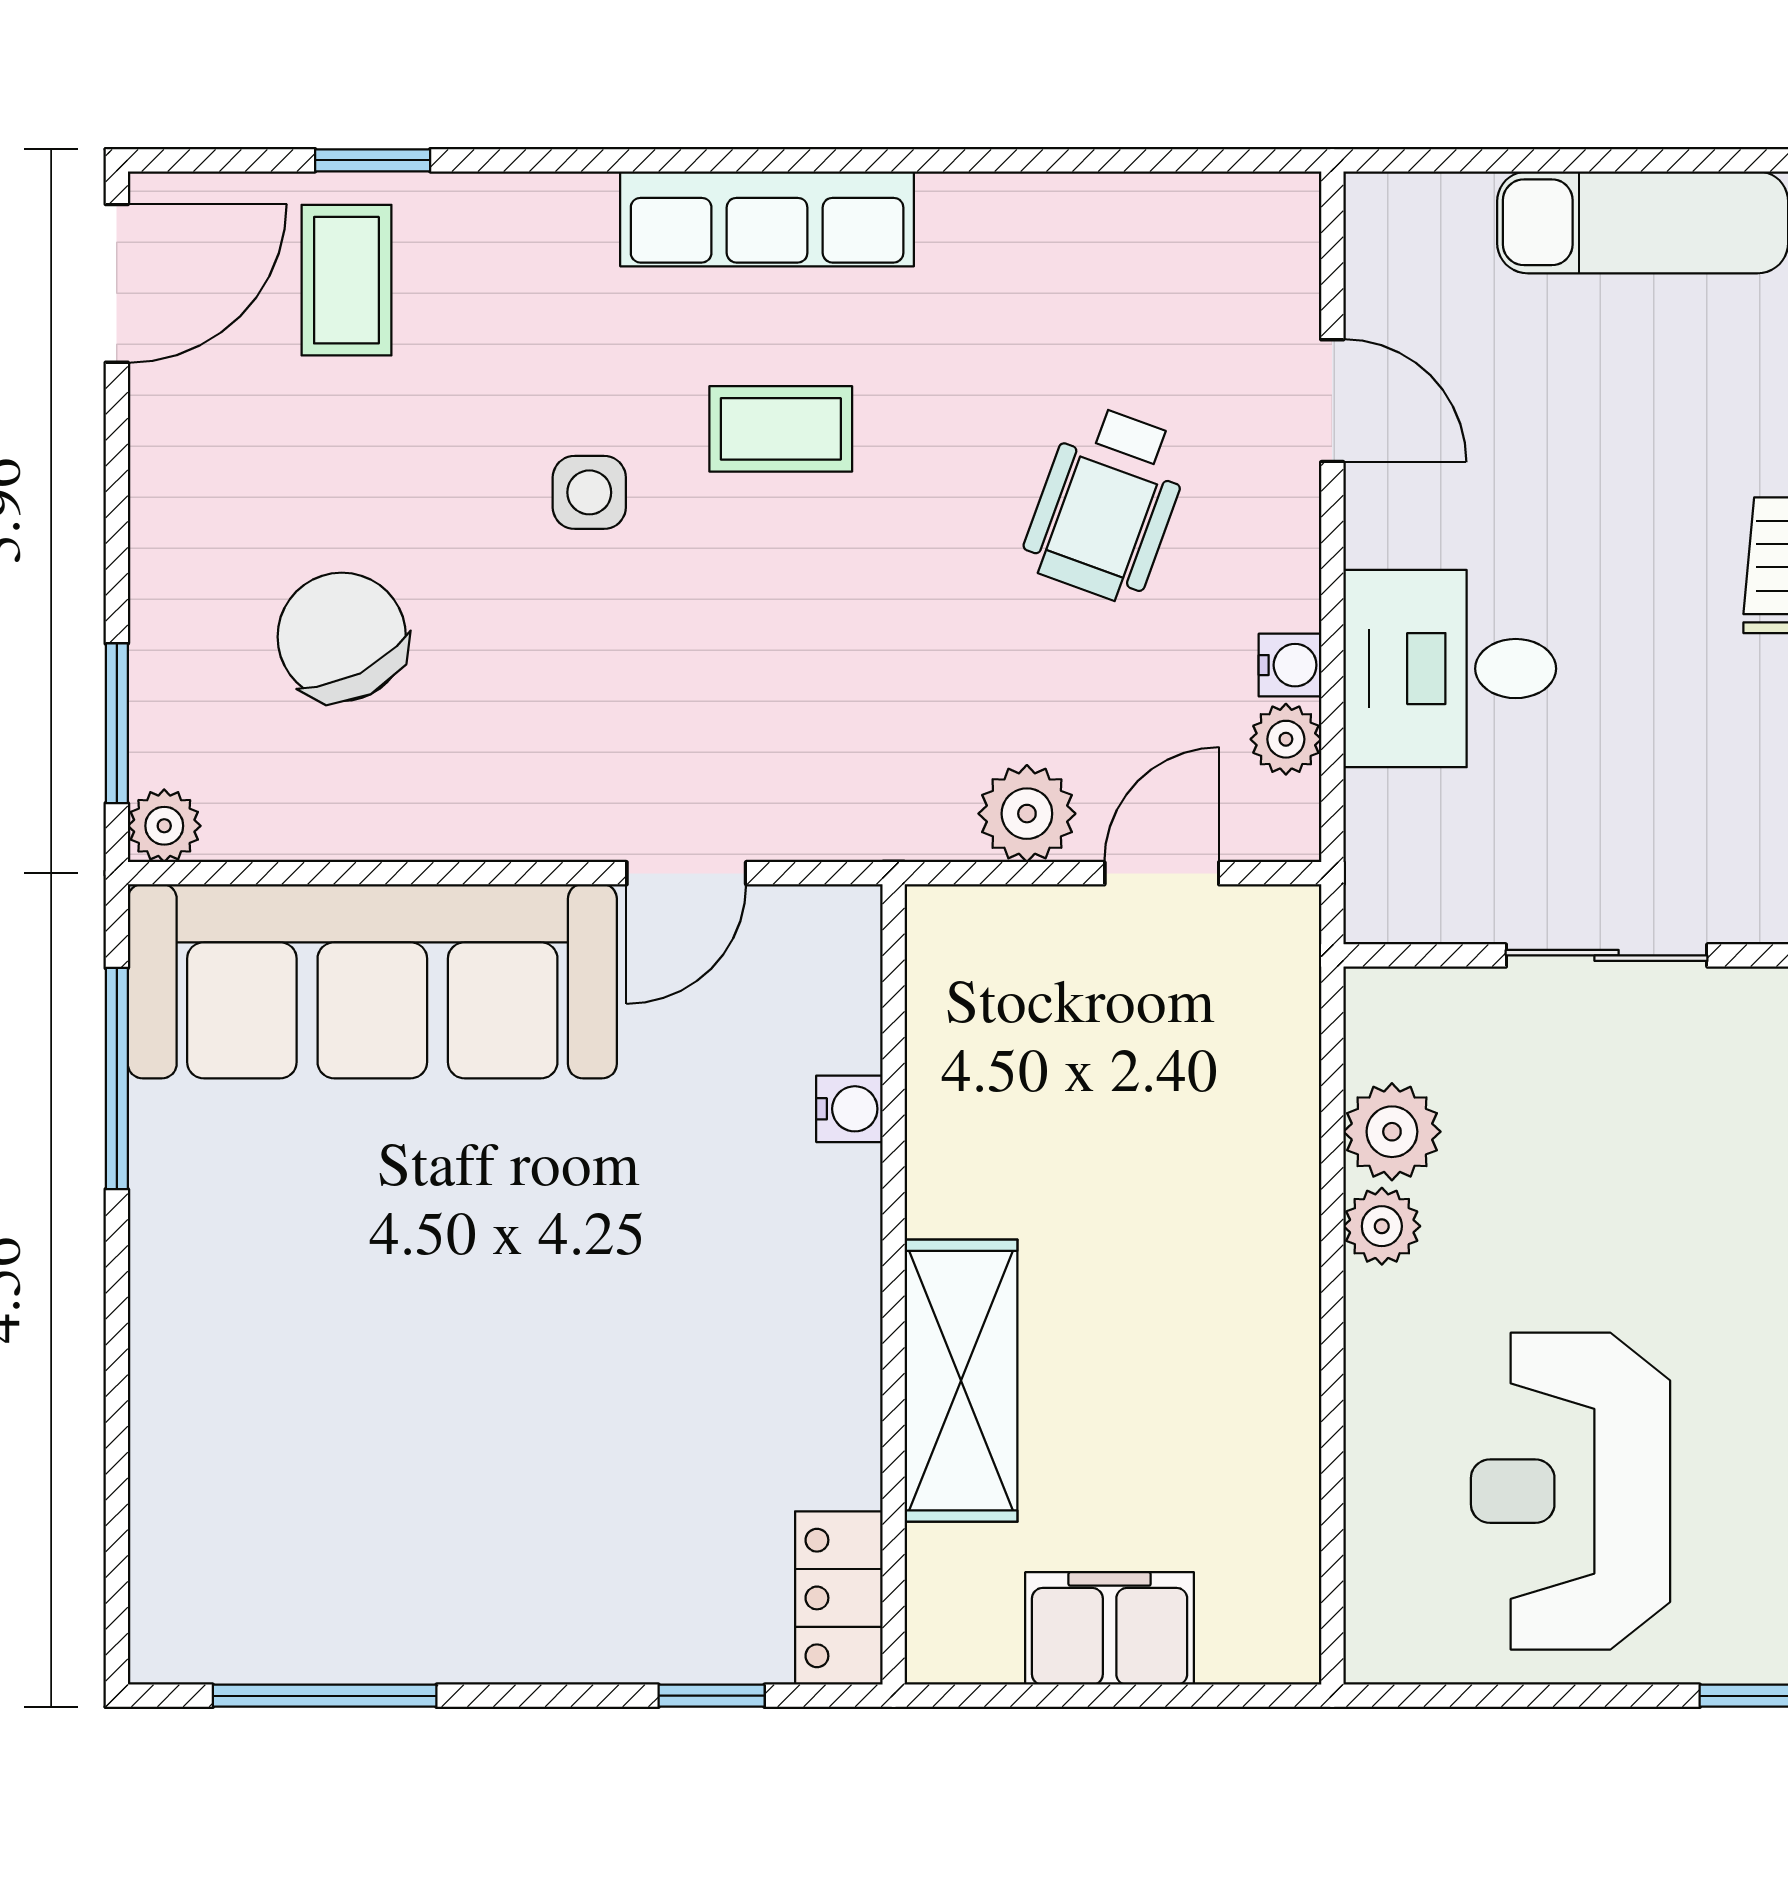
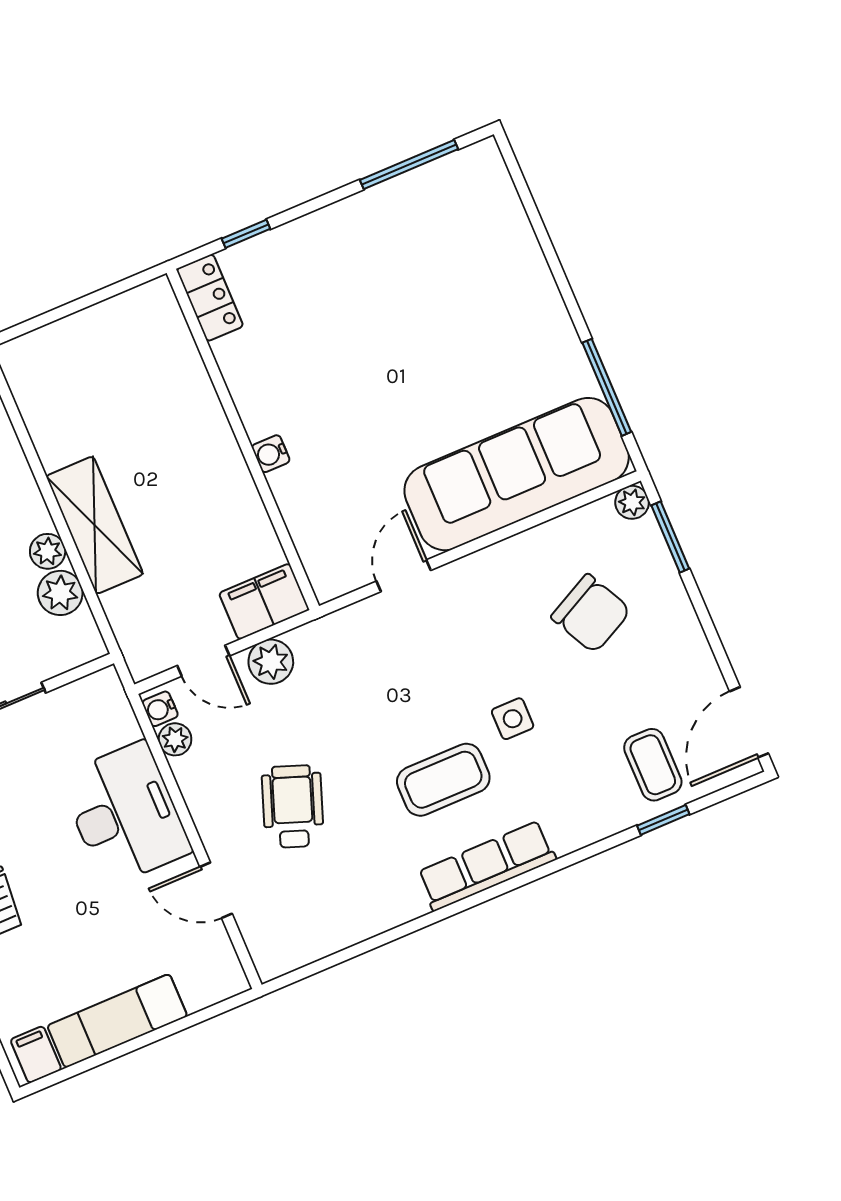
coffee table: (781, 429) -> (443, 780), width x1.36, depth x1.30
water cooler: (1290, 665) -> (160, 709), moved
desk: (1450, 669) -> (125, 814), width x1.37
door: (1162, 873) -> (203, 661), hinge flipped
water cooler: (849, 1109) -> (271, 454), moved
shelving: (961, 1381) -> (95, 525), moved
filing cabinet: (1110, 1628) -> (264, 601), moved, turned 180

